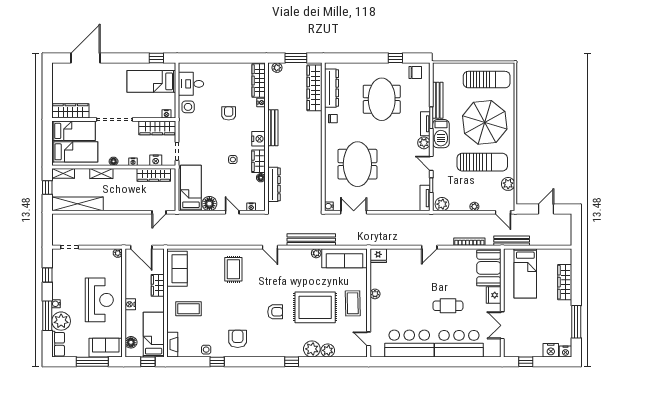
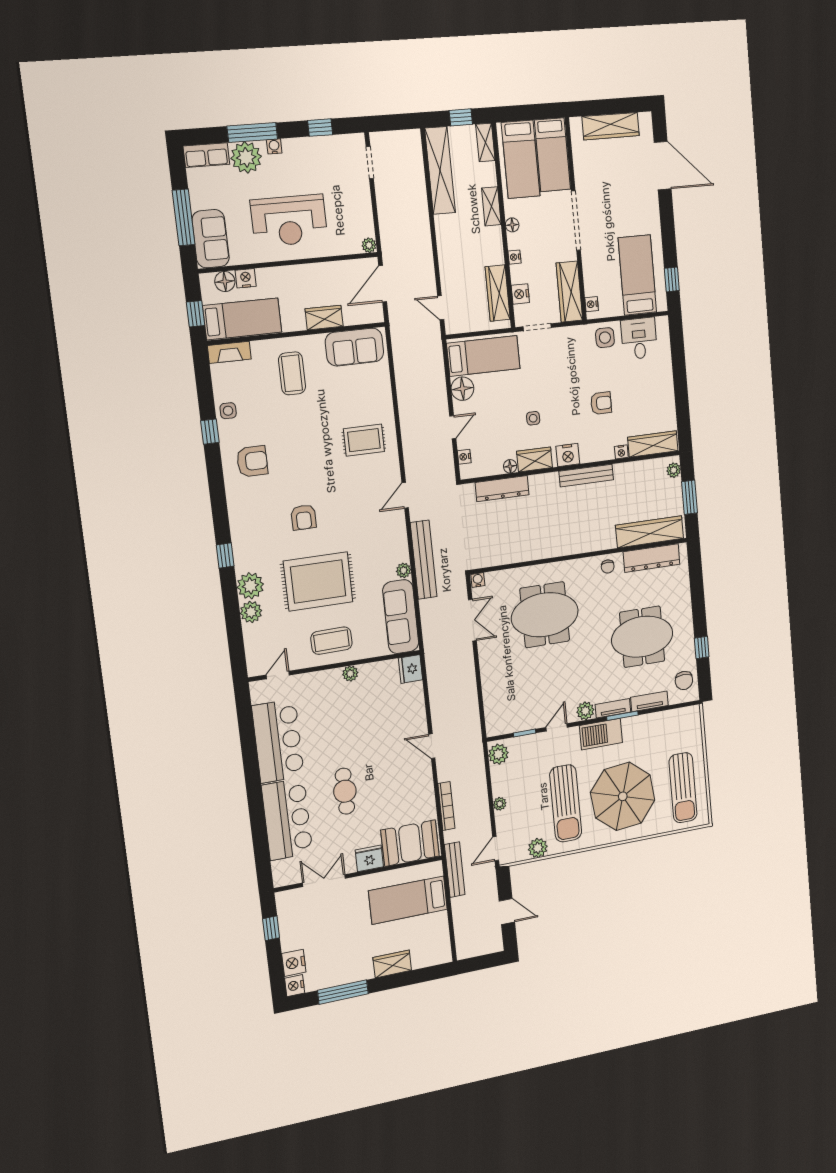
bench: (438, 100) -> (648, 721), removed
wardrobe: (70, 111) -> (611, 126), moved, turned 90
tv unit: (425, 198) -> (650, 701), moved
wardrobe: (565, 282) -> (392, 964), width x0.67
nightstand: (130, 304) -> (246, 278), moved
rug: (315, 307) -> (318, 581), turned 90

